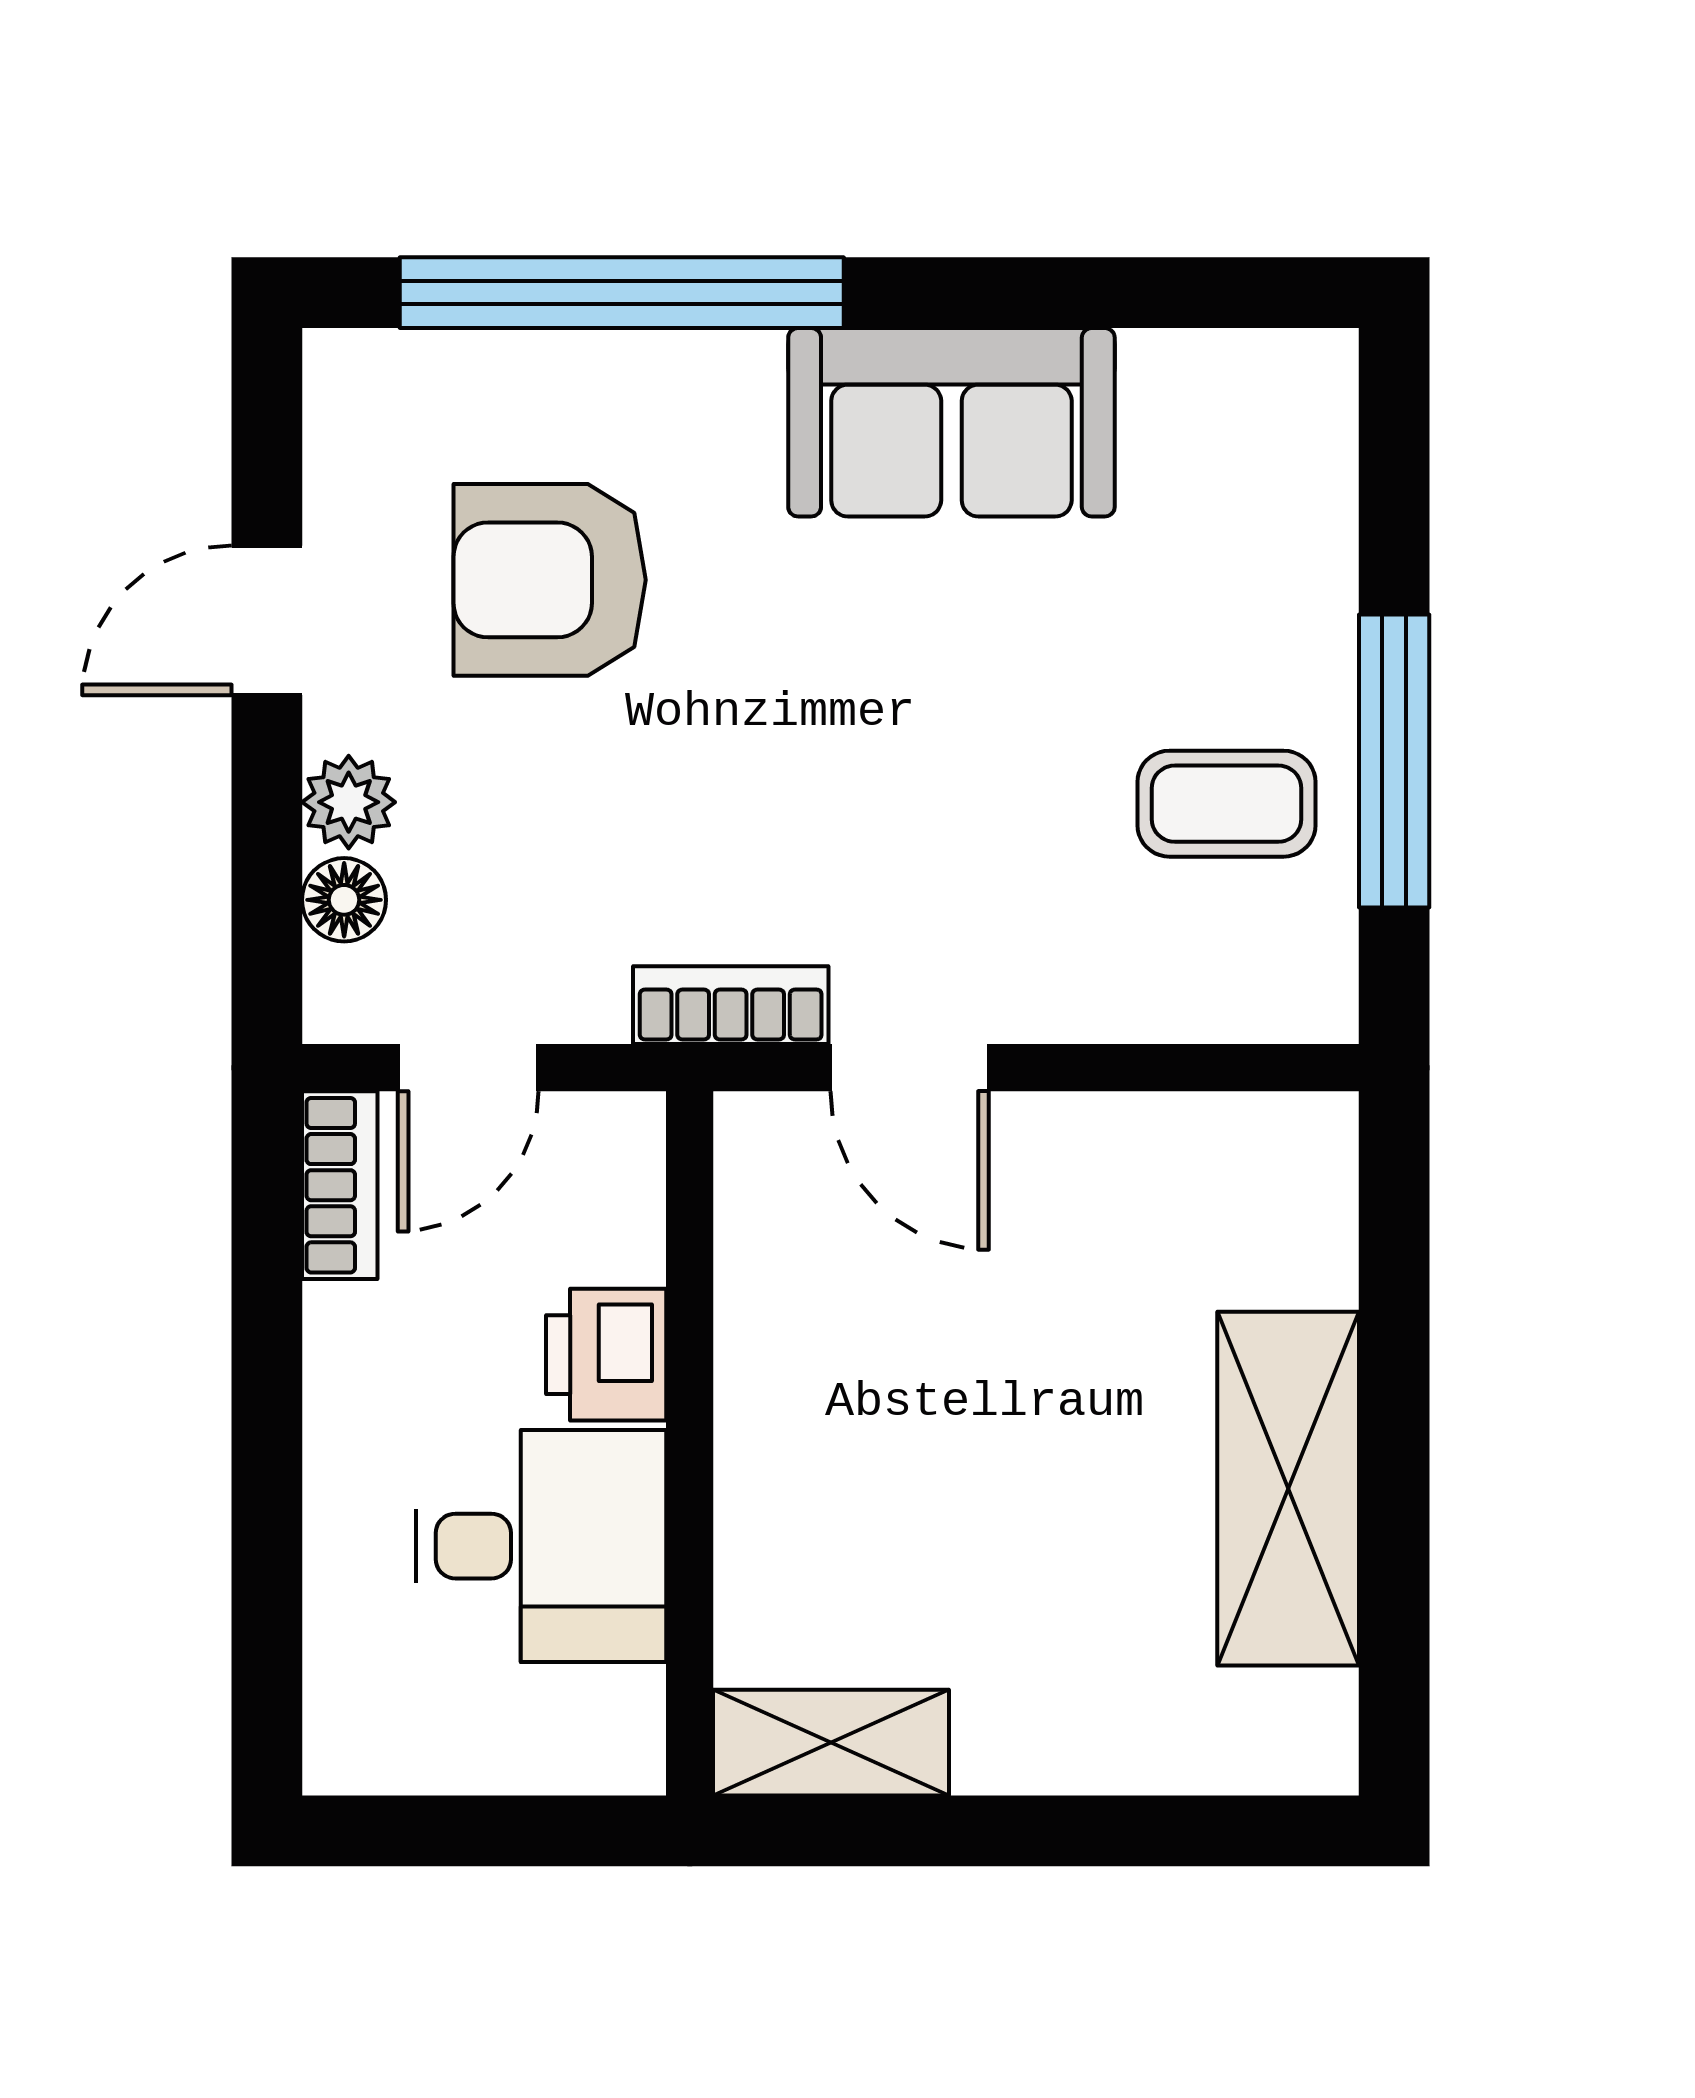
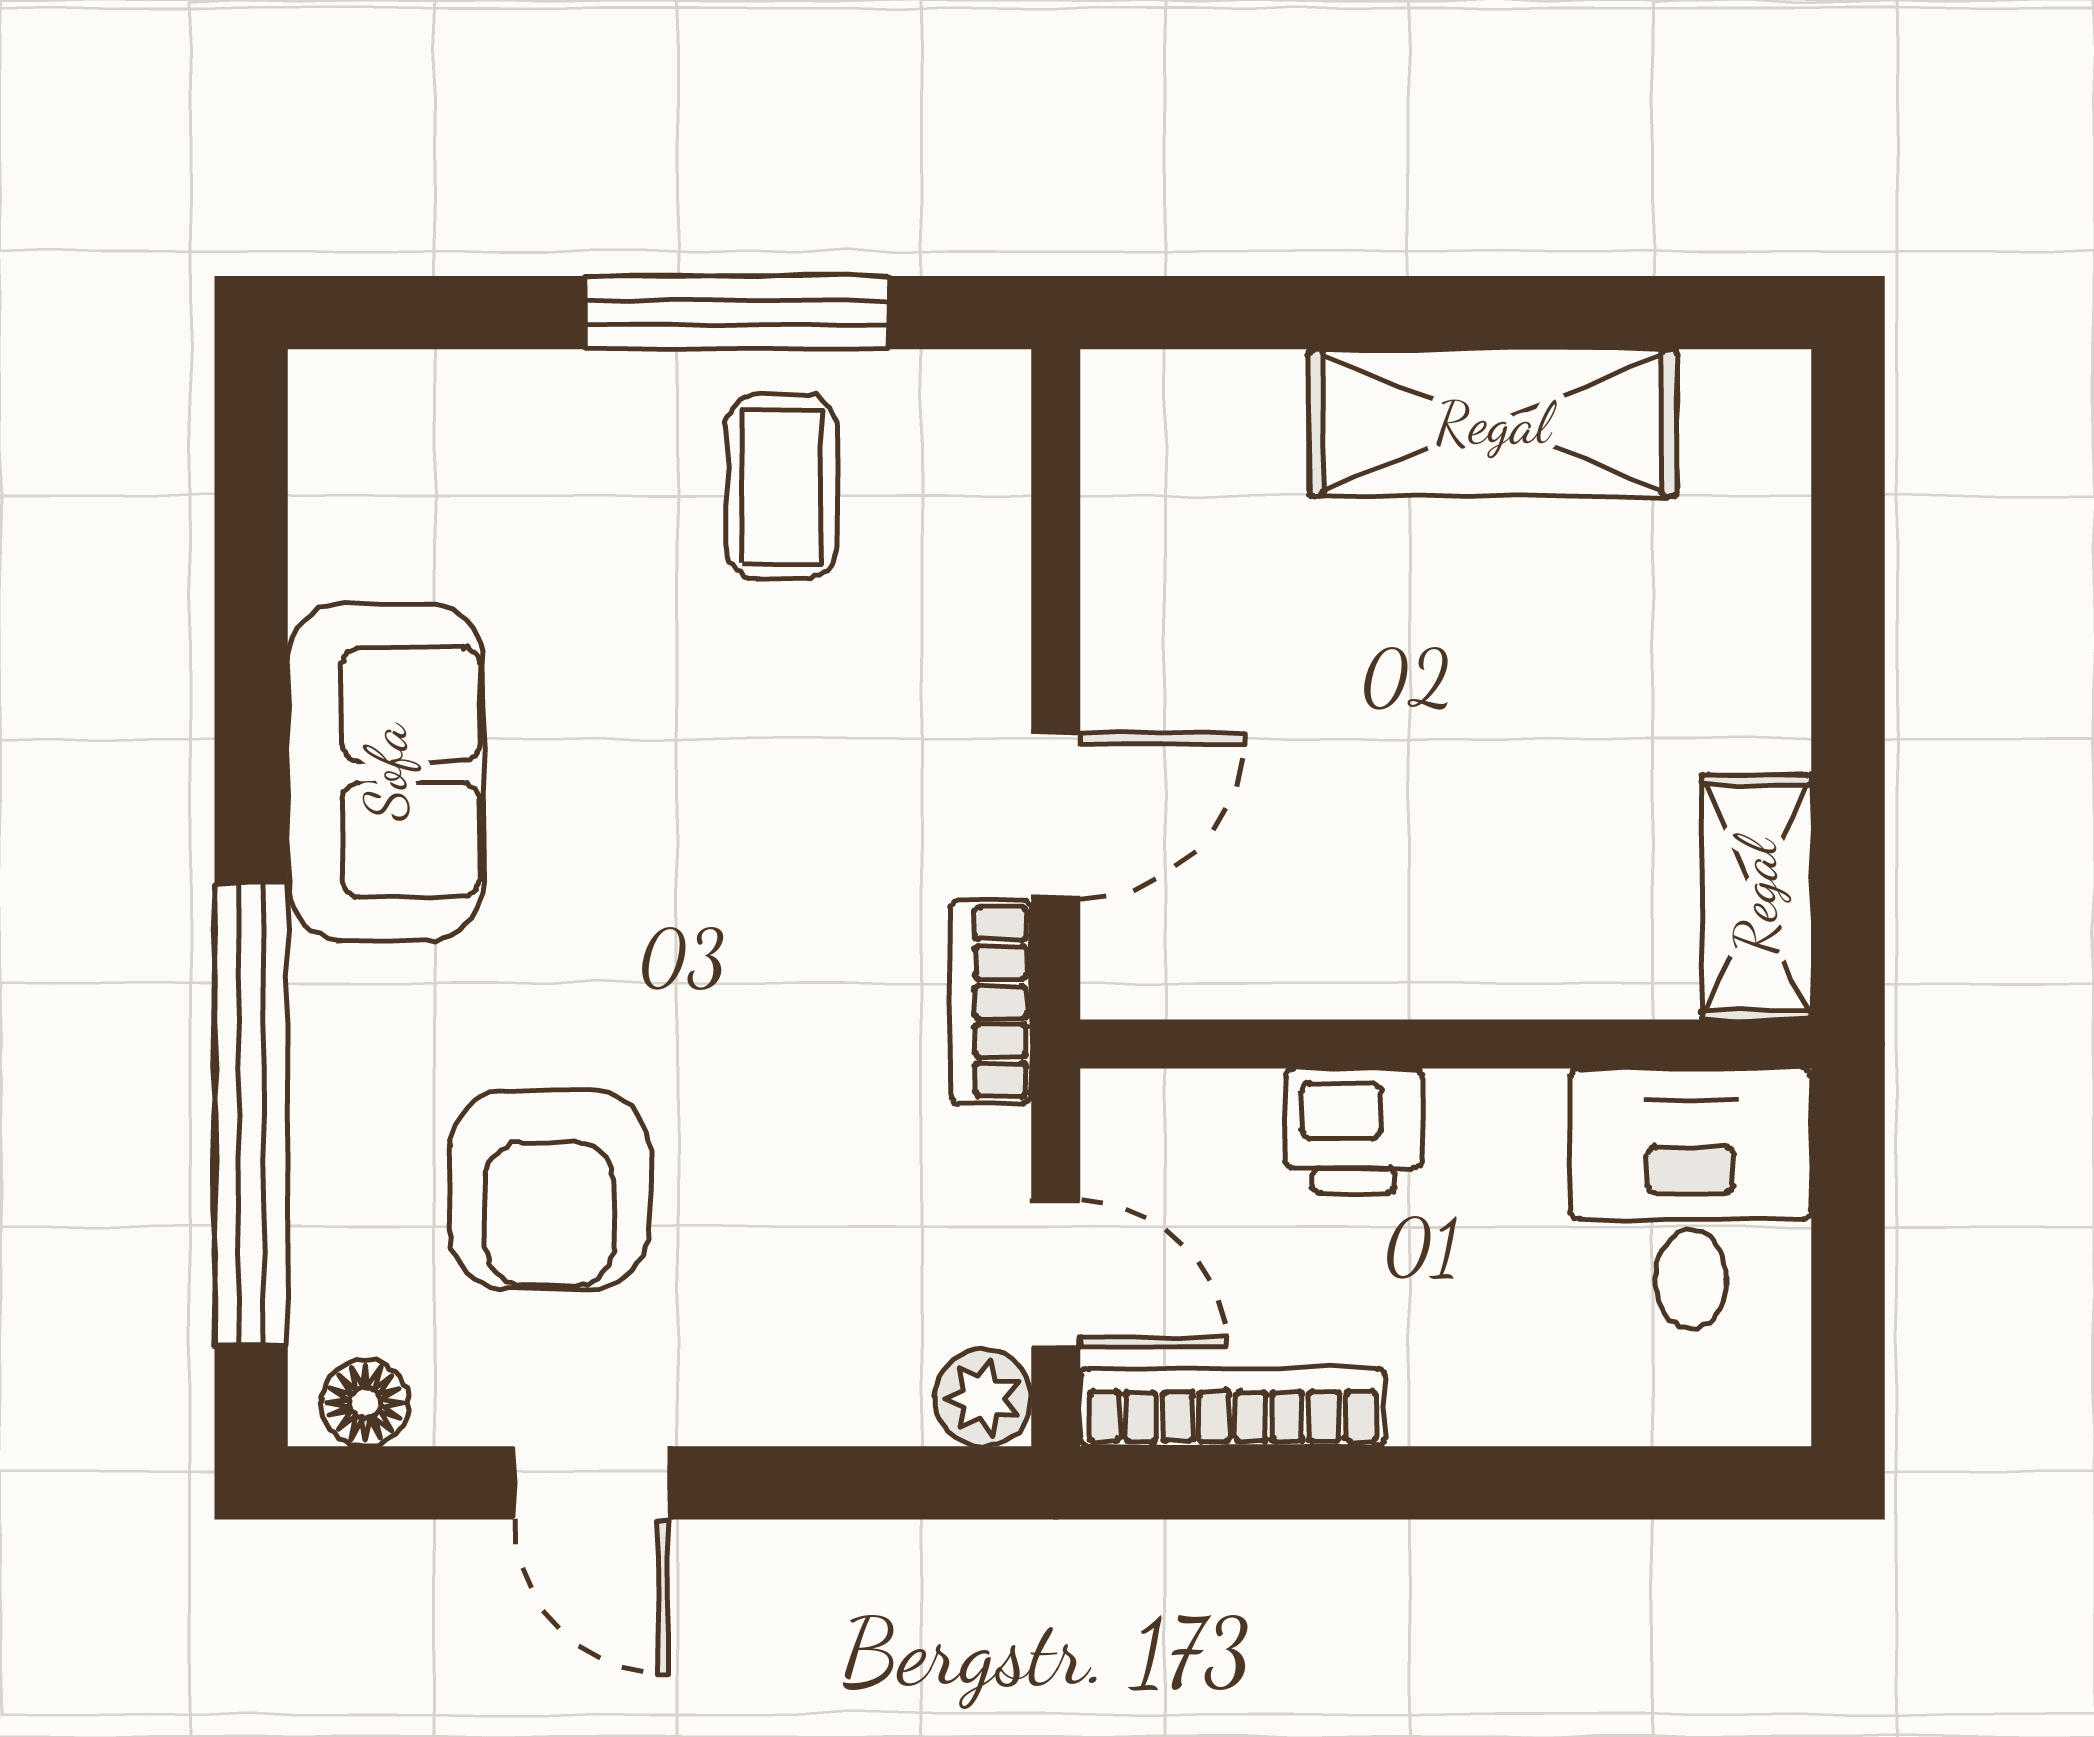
plant: (349, 802) -> (983, 1398), moved
floor lamp: (344, 900) -> (365, 1403), moved
bookcase: (340, 1185) -> (1233, 1407), width x1.56
desk: (541, 1546) -> (1691, 1198), moved

